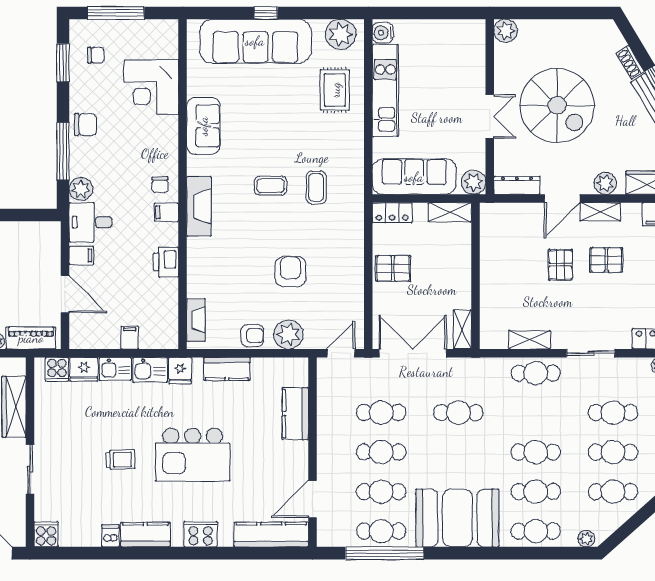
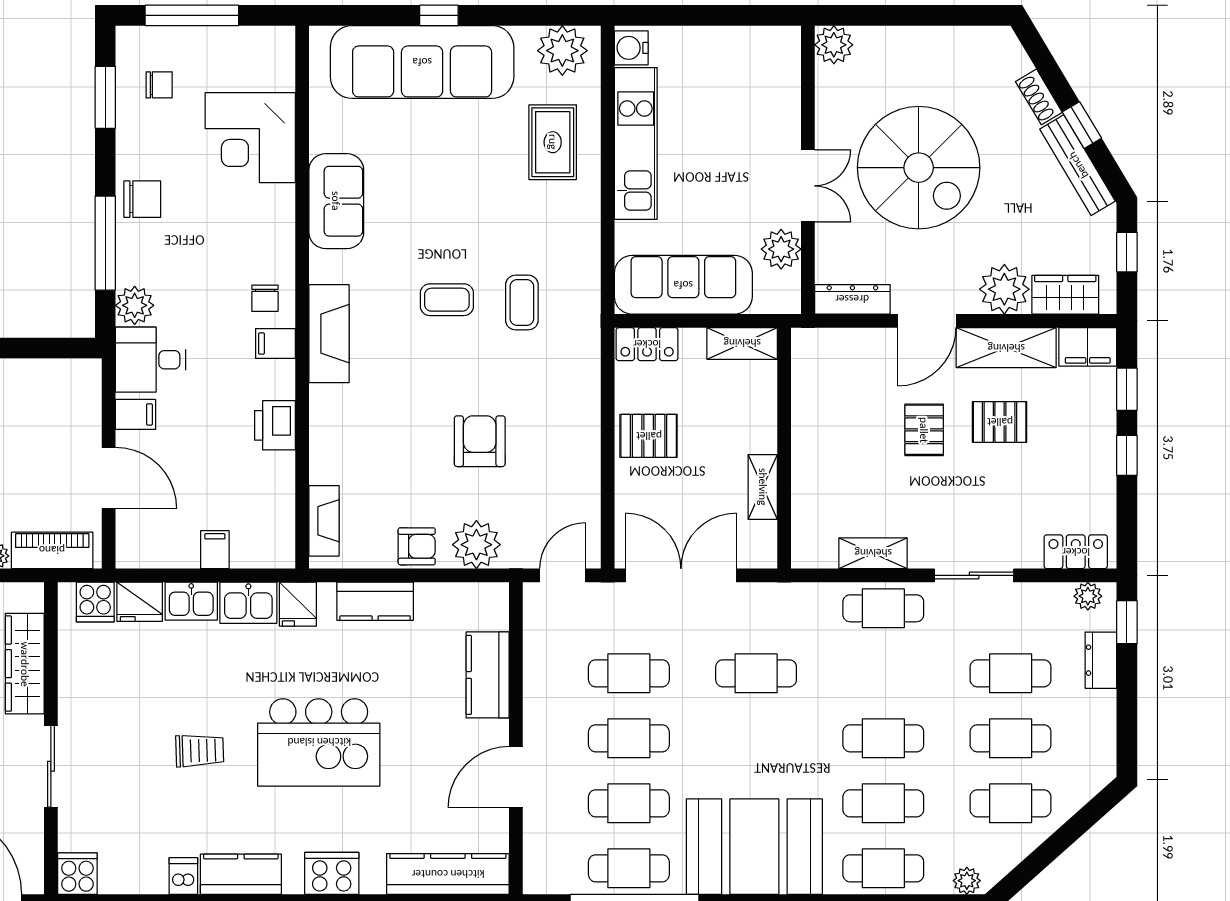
plant: (474, 182) -> (781, 249), moved
plant: (605, 183) -> (1004, 289), width x1.36, depth x1.36
shelving: (600, 212) -> (1006, 348), width x1.50, depth x1.33
shelving: (462, 329) -> (763, 487), moved
door: (313, 499) -> (516, 777), moved

